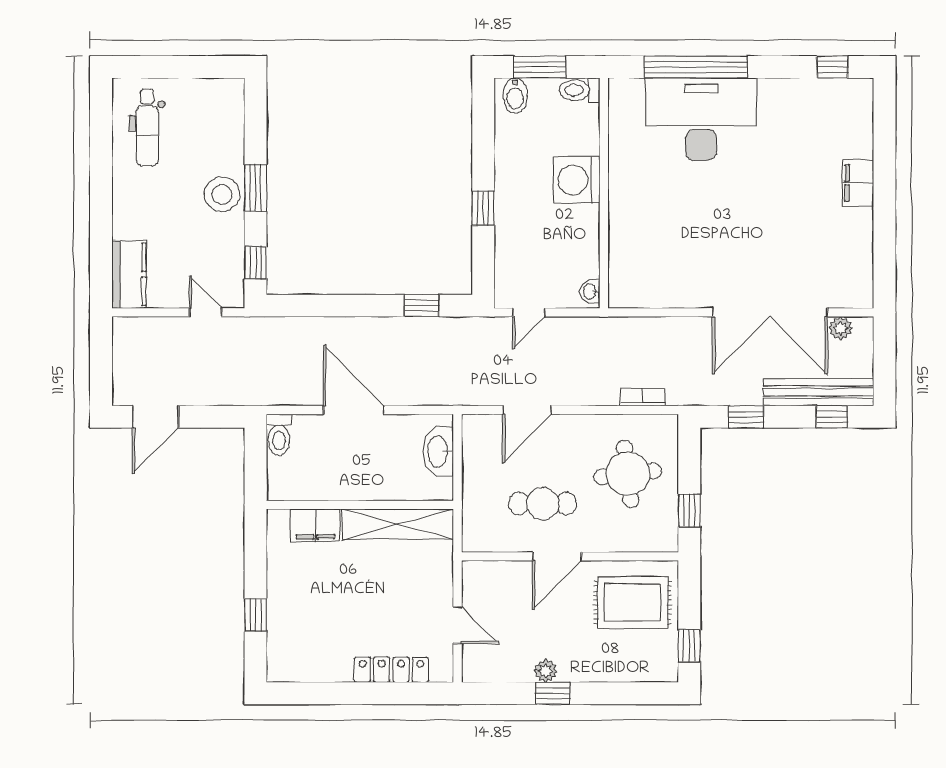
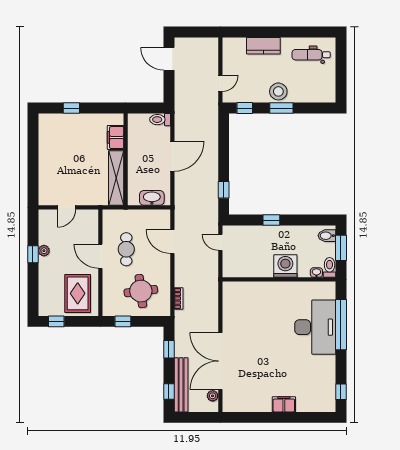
kitchen counter: (129, 274) -> (263, 46), moved
washbasin: (590, 291) -> (316, 273), moved
locker: (391, 670) -> (45, 175), removed

